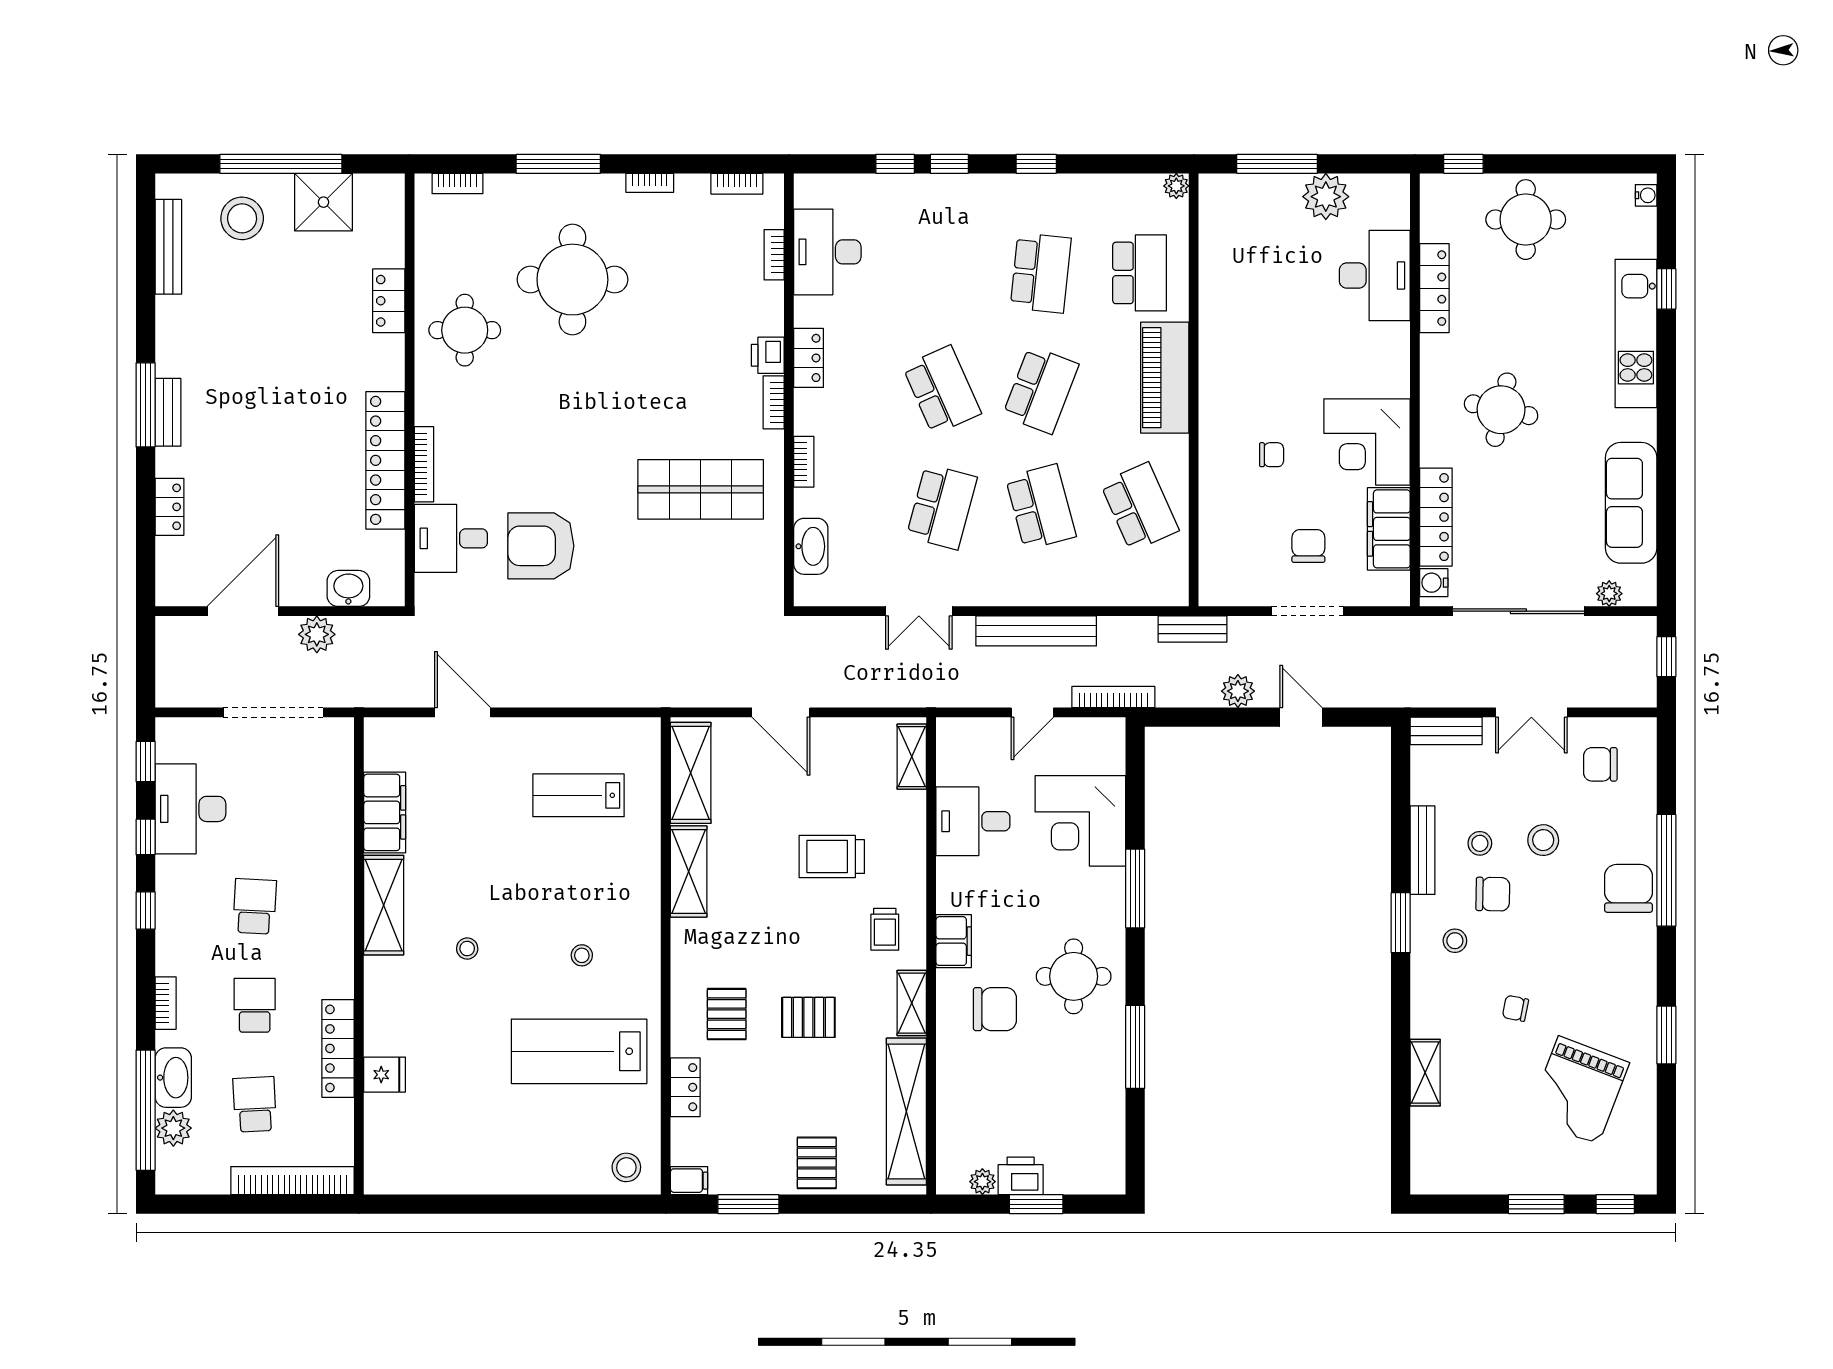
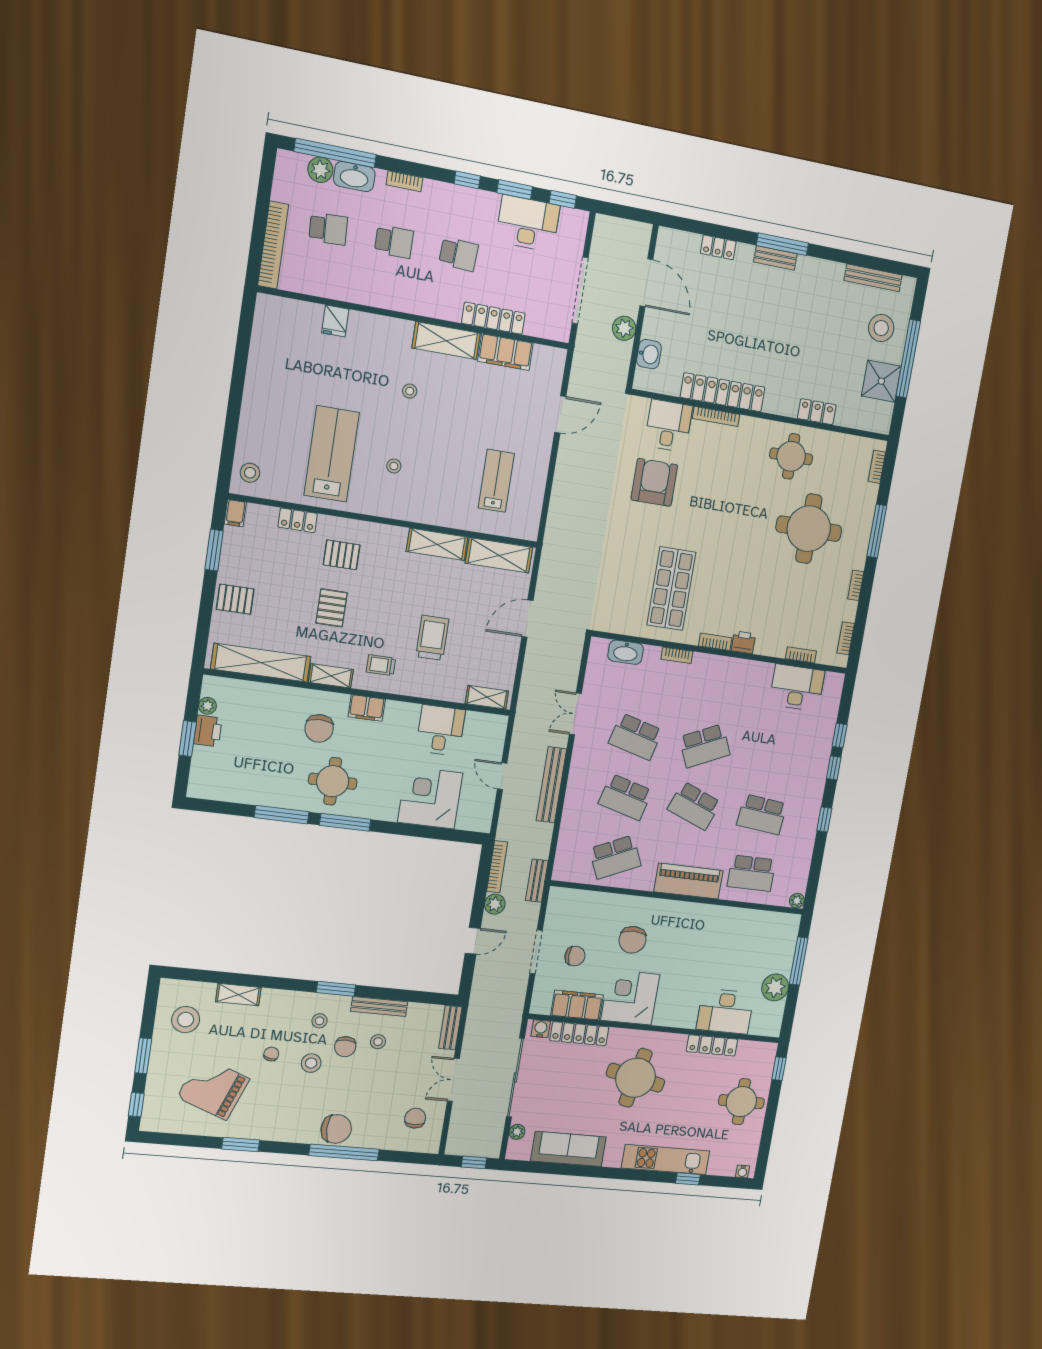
locker: (809, 358) -> (737, 667), removed
round table: (1501, 410) -> (635, 1078), width x1.36, depth x1.36
chair: (1272, 455) -> (633, 940), width x1.87, depth x1.87
school desk: (1041, 507) -> (625, 797), turned 30
bookcase: (1113, 697) -> (497, 867), moved
window: (146, 837) -> (515, 190), width x1.50
stool: (1543, 840) -> (311, 1063), moved
window: (1135, 888) -> (345, 822), moved
locker: (338, 1048) -> (493, 318), moved
stool: (1473, 1148) -> (186, 1020), added

